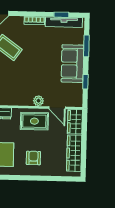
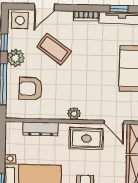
plant: (38, 101) -> (74, 113), moved

